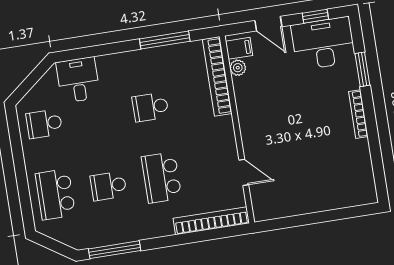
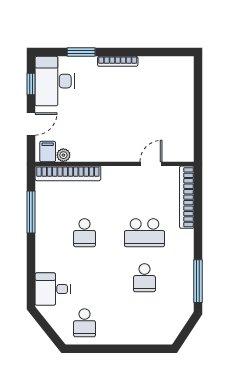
school desk: (55, 194) -> (144, 323), removed

